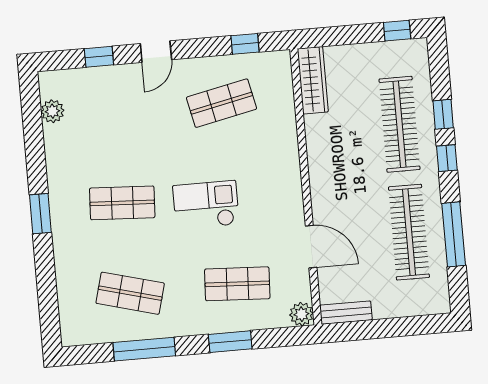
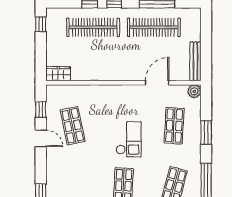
door: (156, 52) -> (41, 138), moved
wardrobe: (313, 80) -> (58, 74), width x0.67
checkout: (206, 205) -> (129, 139), turned 180
bench: (346, 313) -> (196, 61), width x1.36

